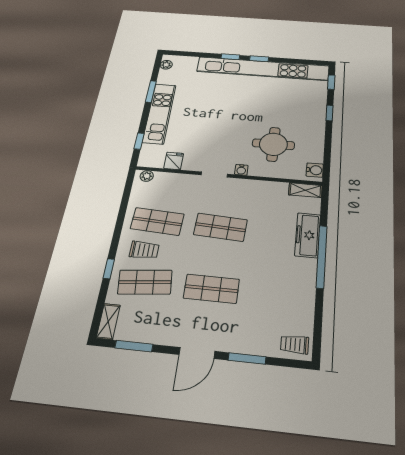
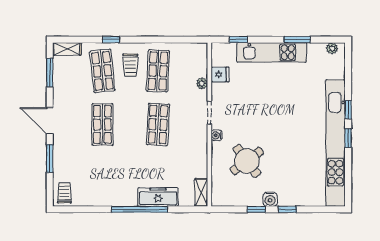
window: (331, 82) -> (256, 209), moved
round table: (273, 144) -> (247, 161), turned -37
water cooler: (315, 170) -> (270, 199), moved
plant: (147, 176) -> (202, 83), moved

